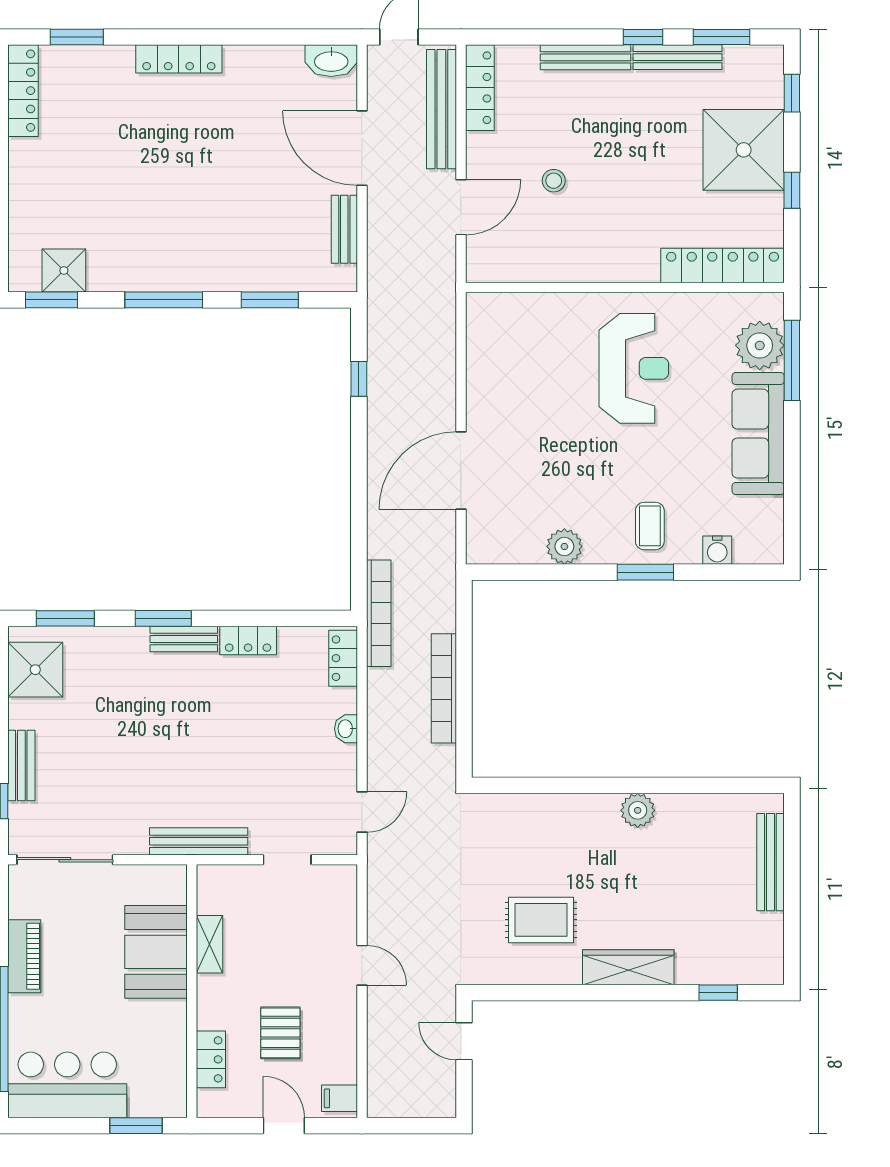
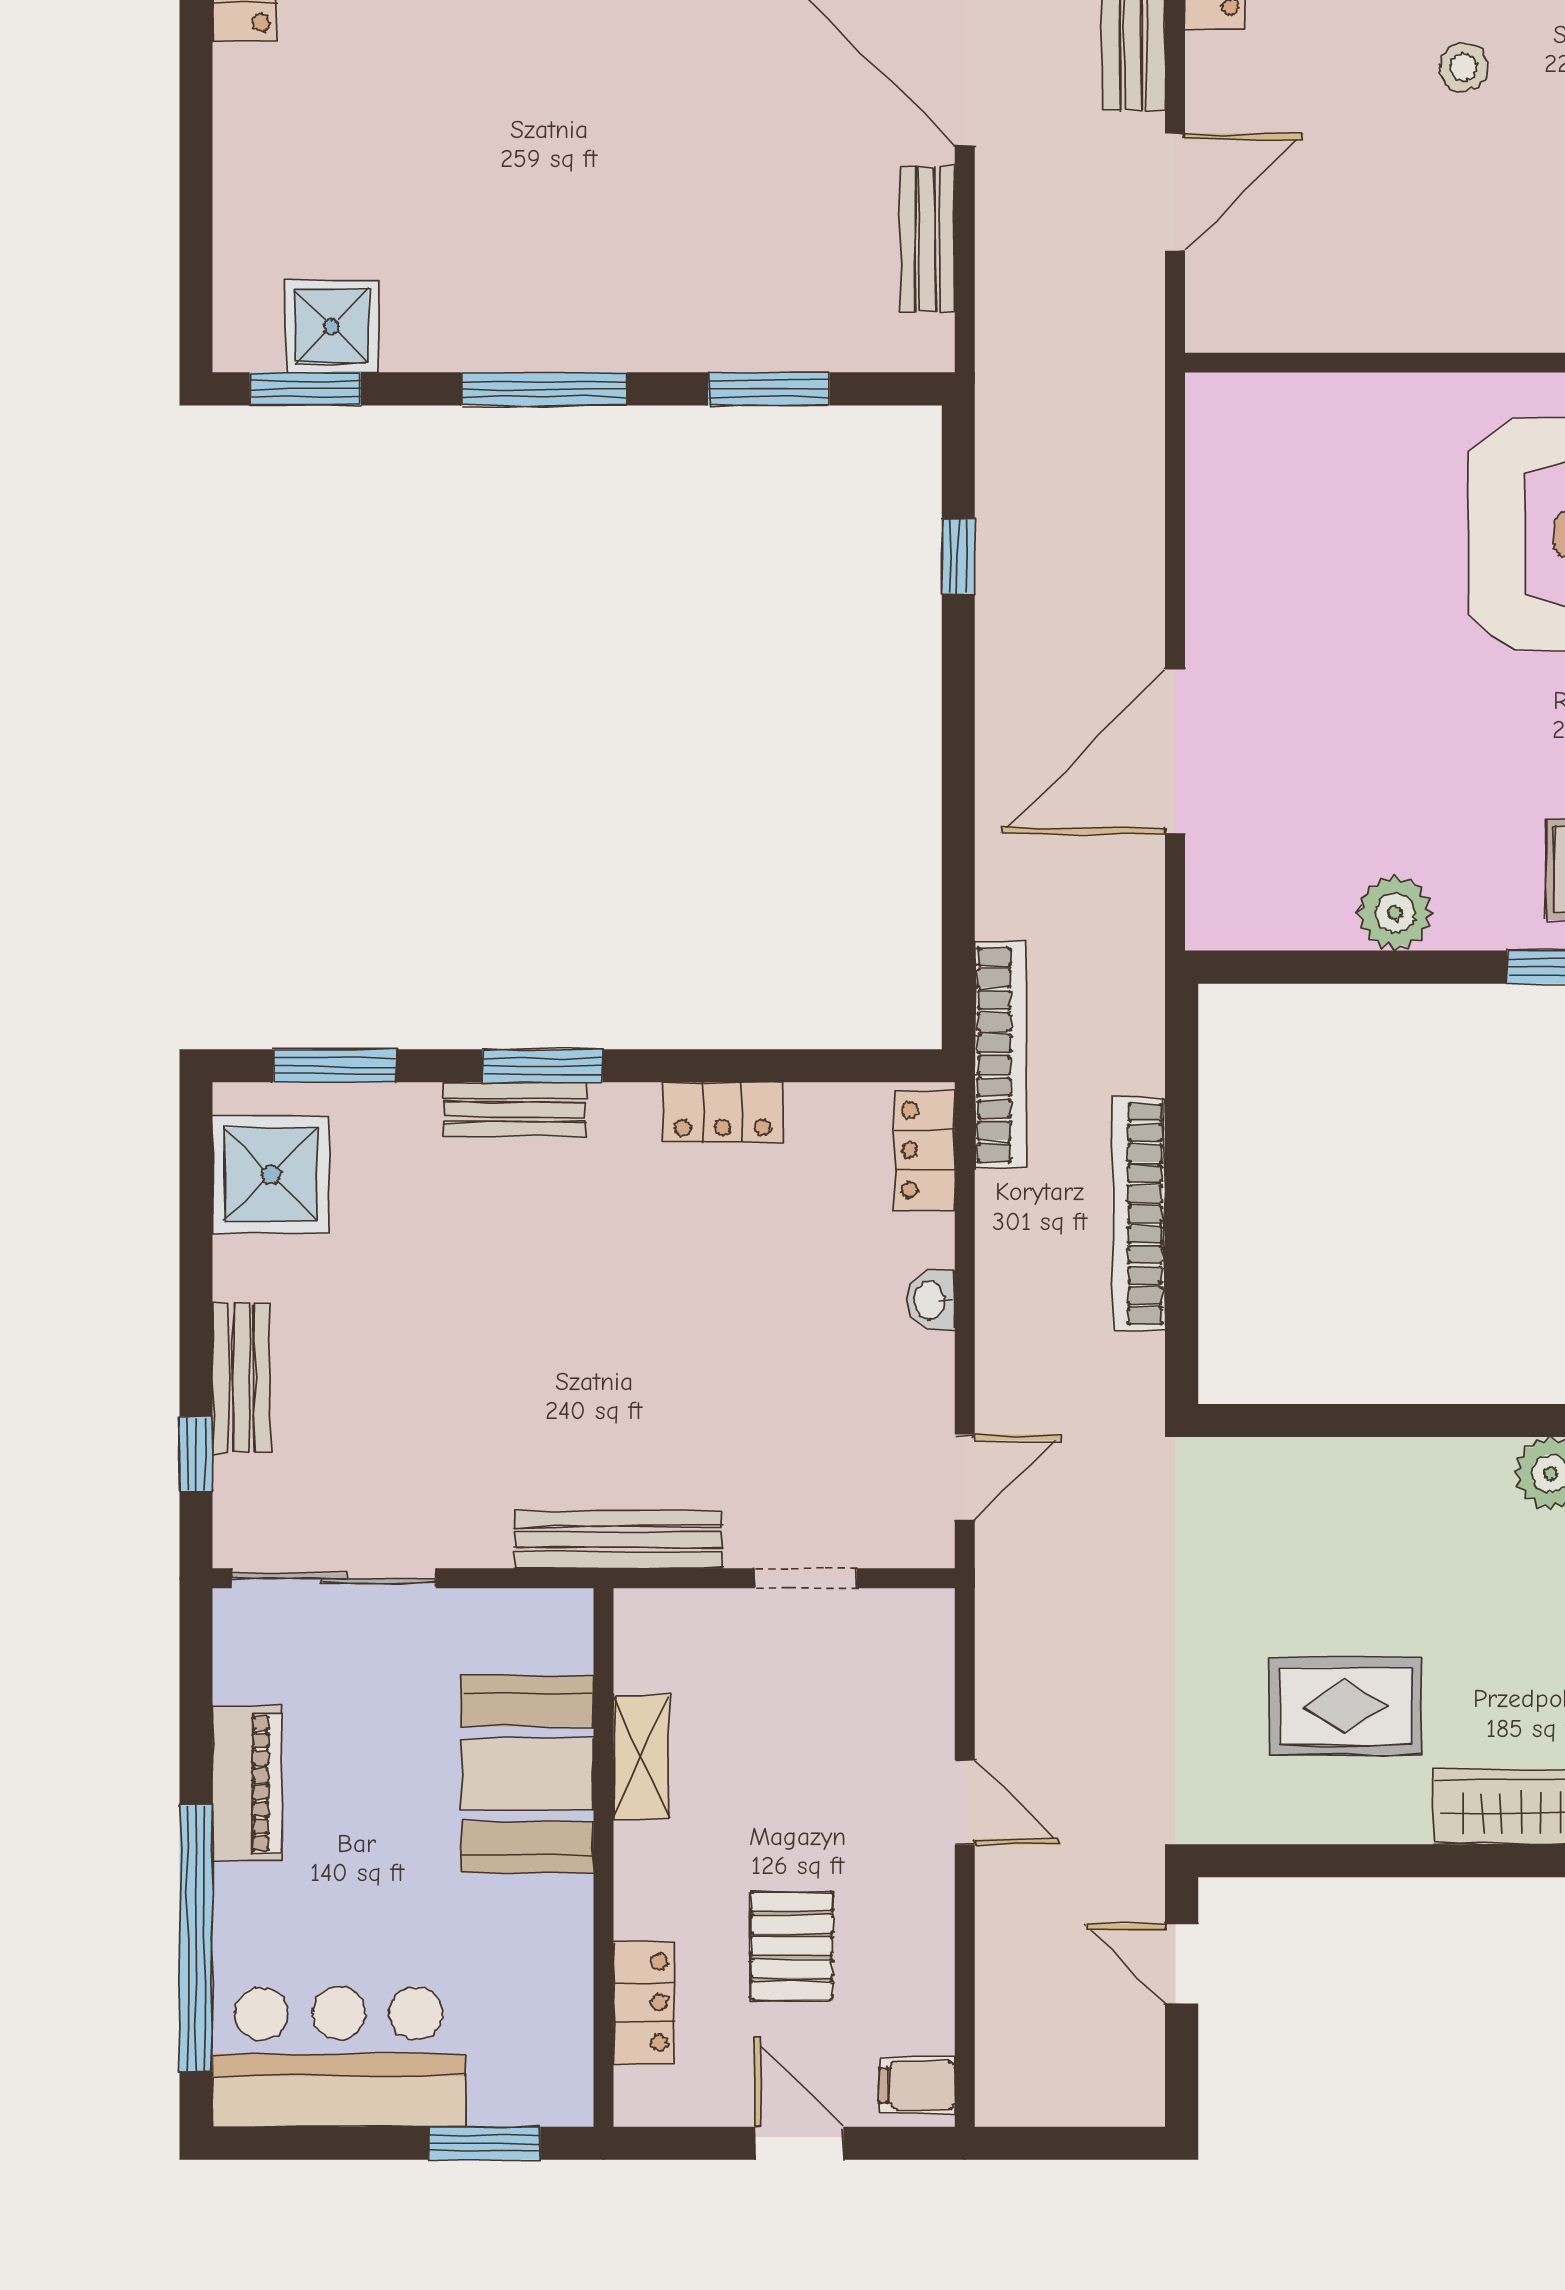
stool: (554, 181) -> (1464, 67), moved
bench: (184, 639) -> (515, 1109), moved

